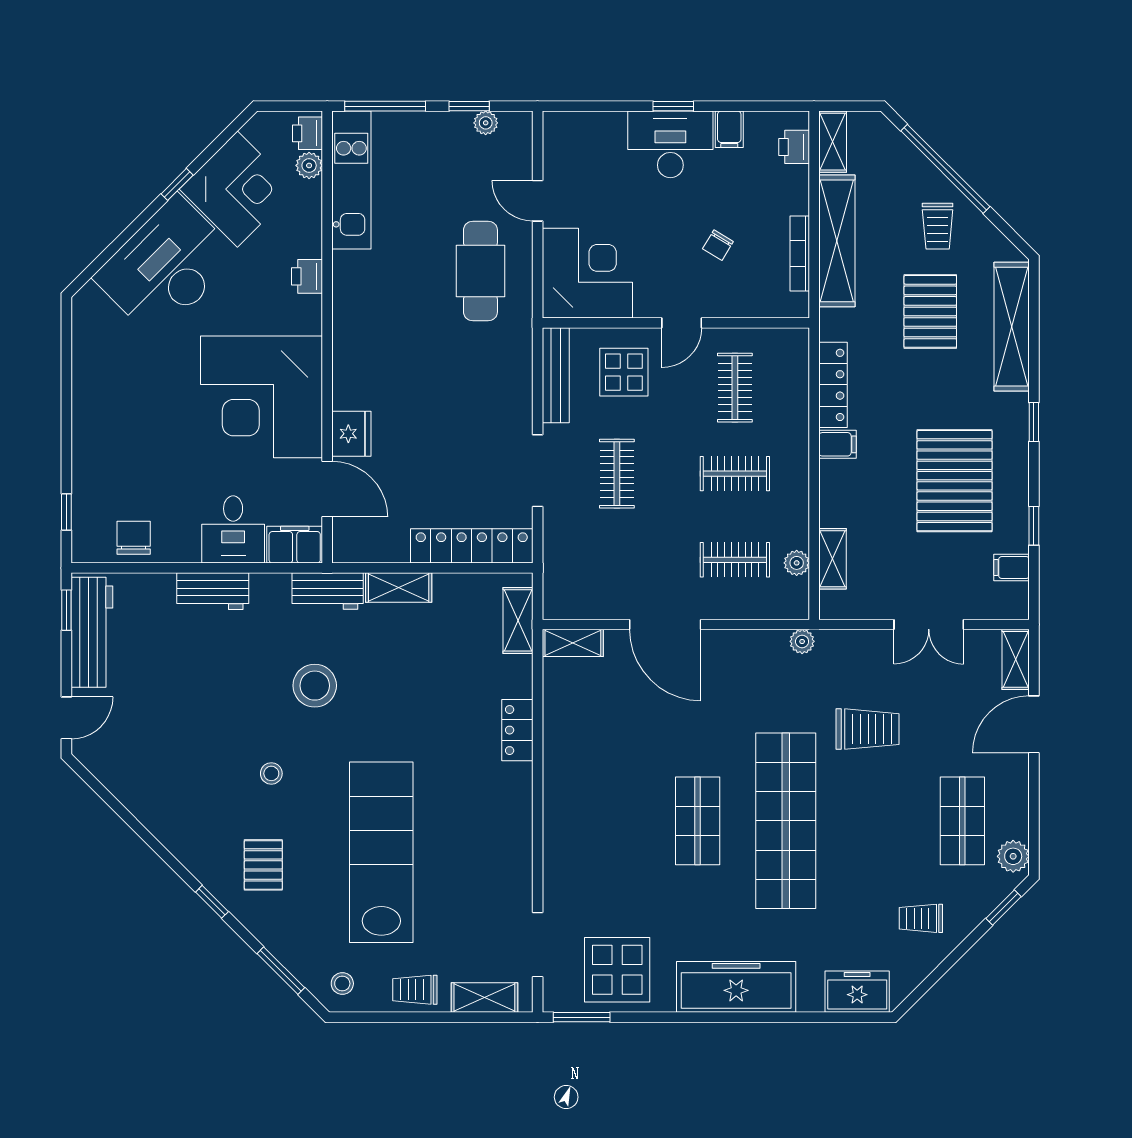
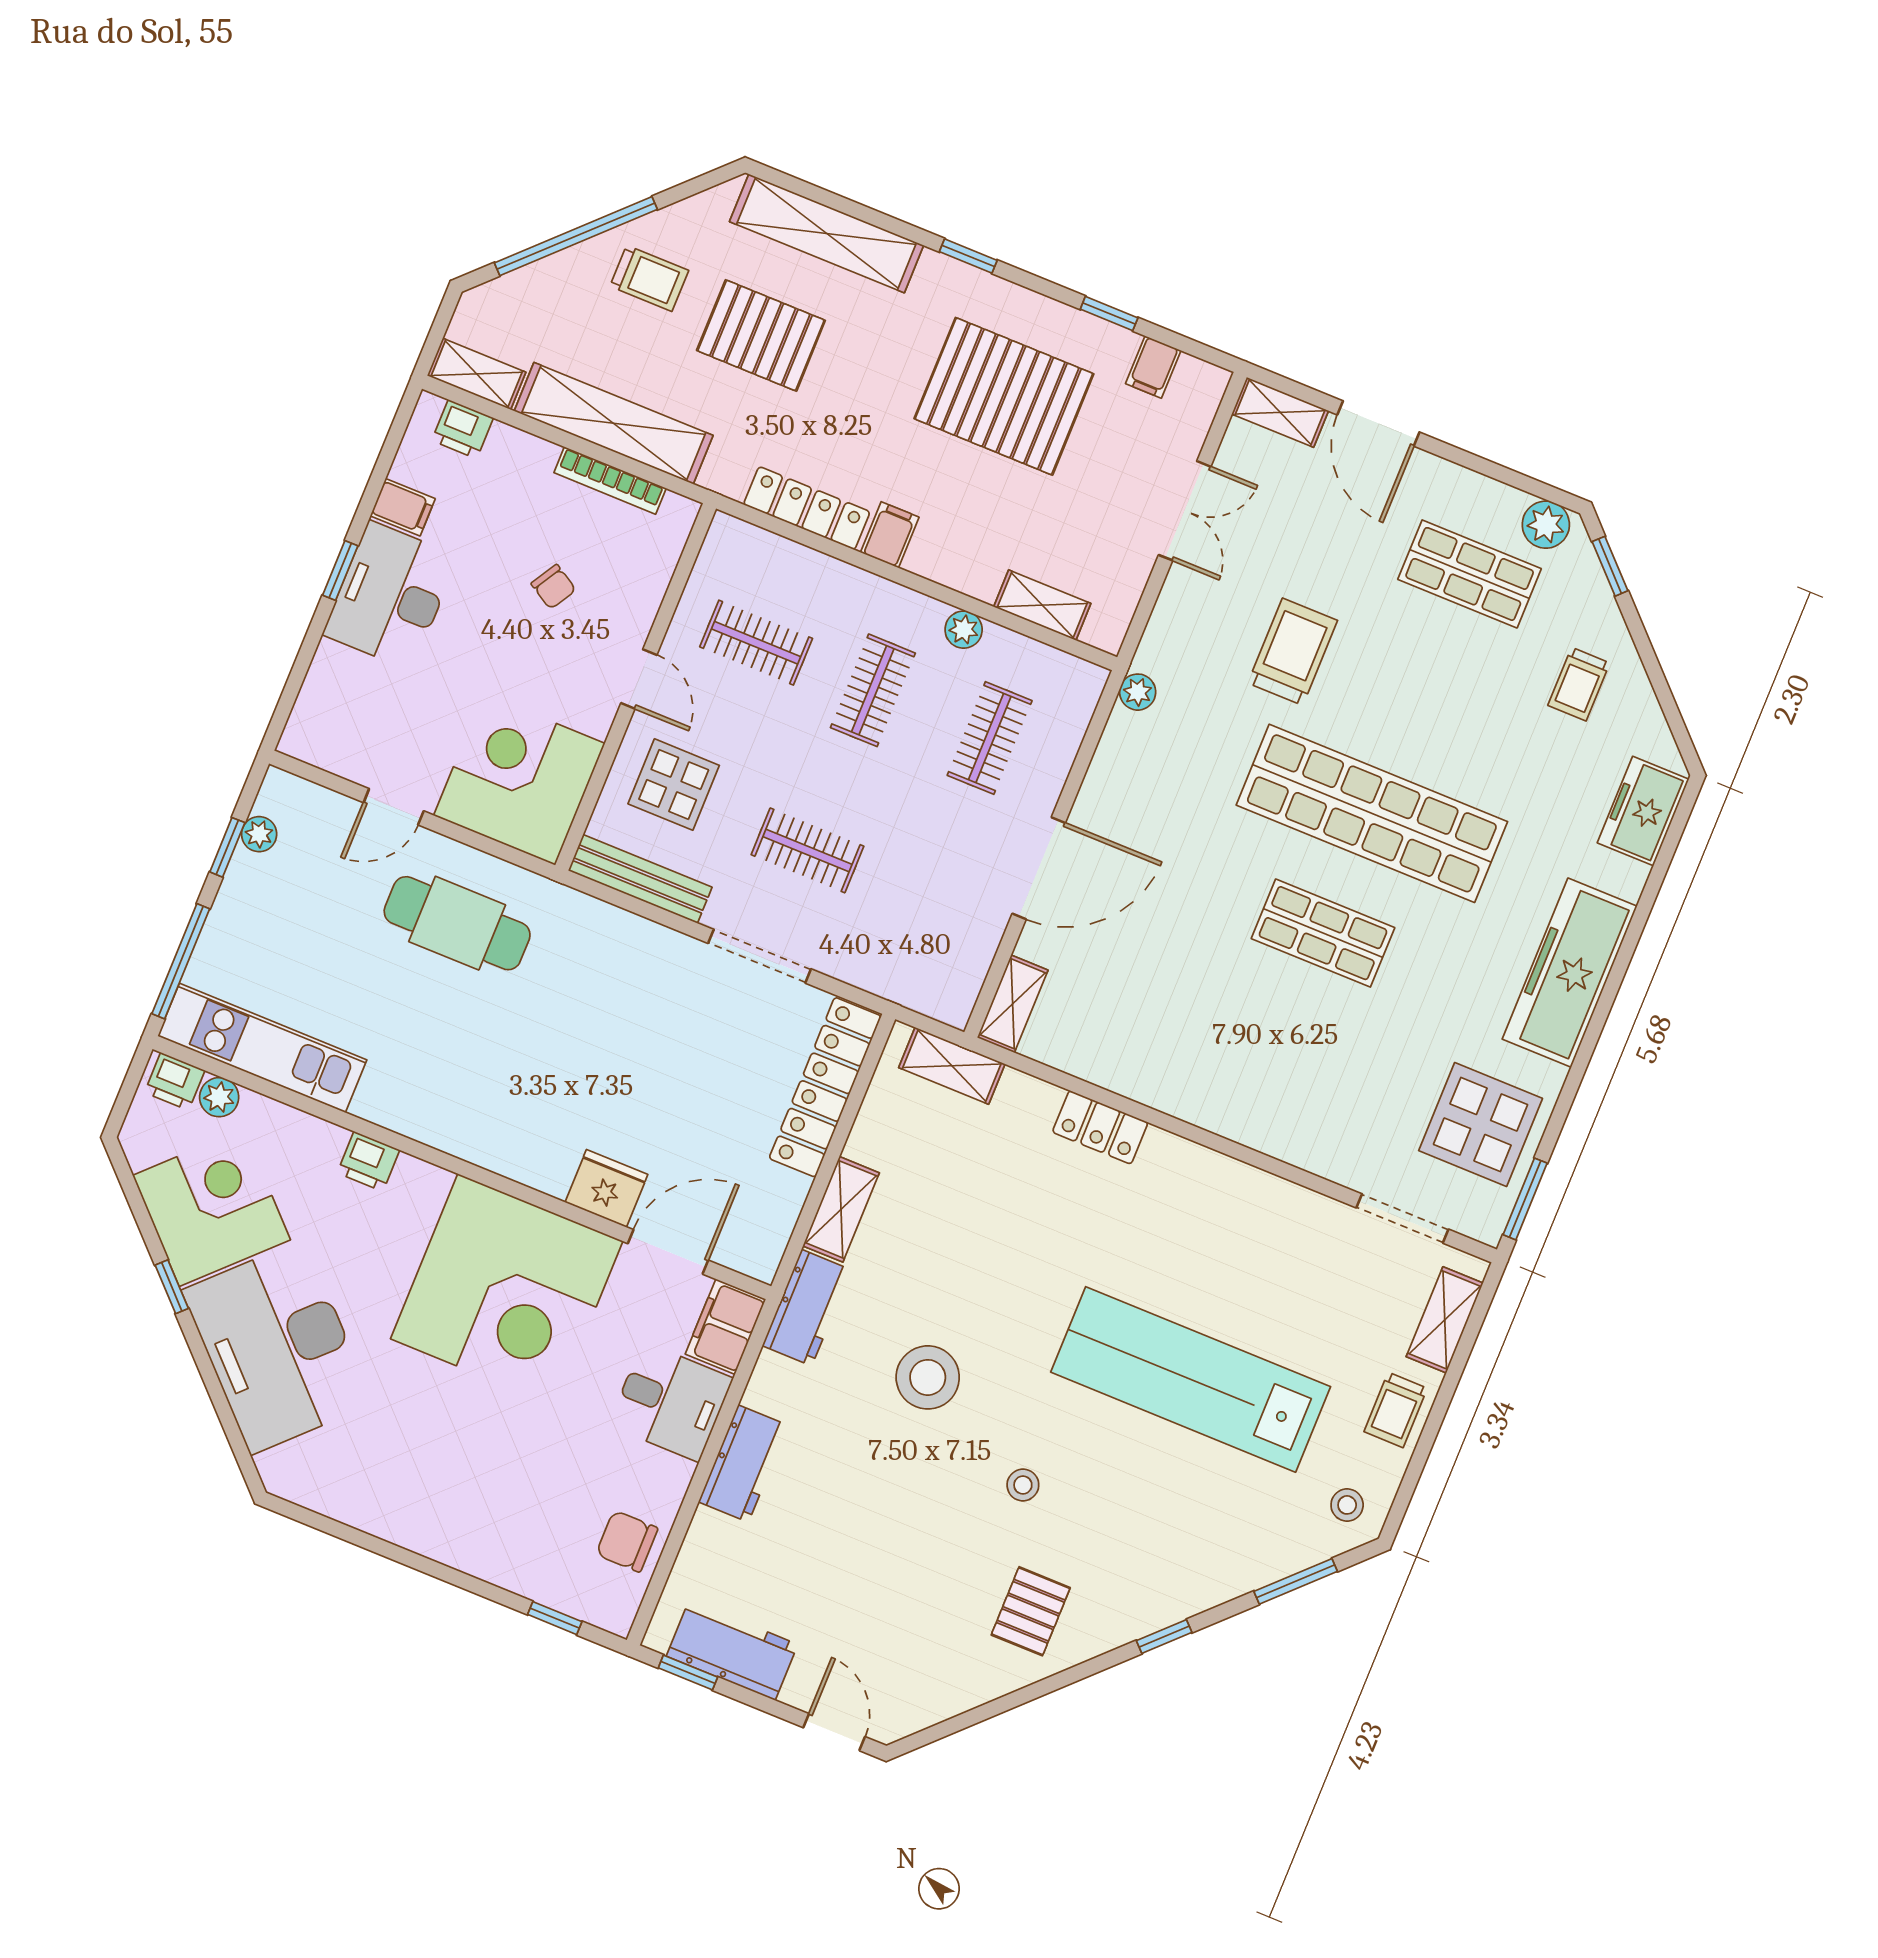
plant: (797, 563) -> (964, 630), moved
workbench: (92, 632) -> (732, 1650), width x0.73
pallet: (263, 865) -> (1031, 1611), moved, turned 90

